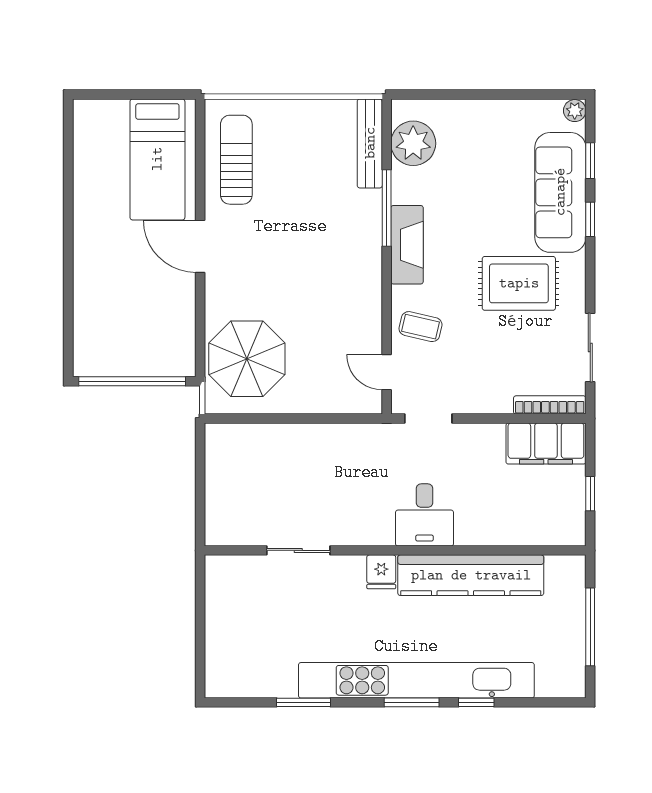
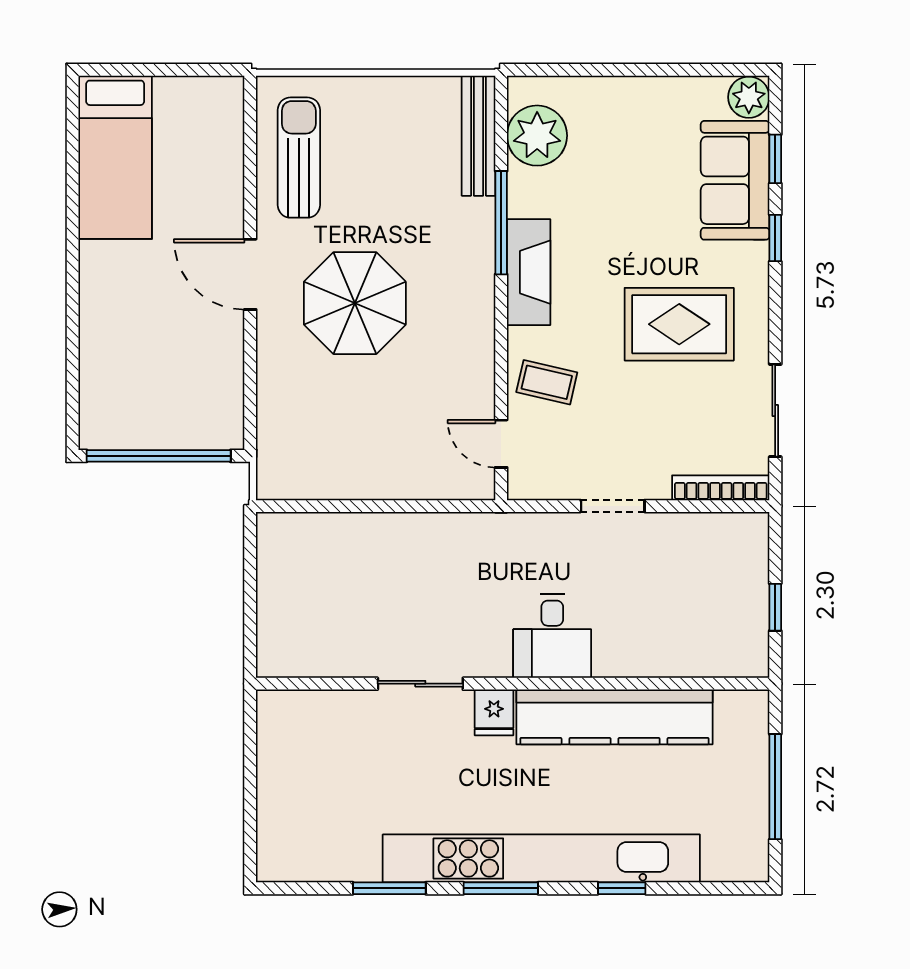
plant: (575, 111) -> (749, 97), width x1.38, depth x1.38
bed: (157, 159) -> (115, 157), moved
sofa: (560, 192) -> (735, 180), width x0.73
parasol: (247, 359) -> (355, 303), moved
doorway: (428, 419) -> (613, 506), moved
filing cabinet: (546, 444) -> (716, 540), removed
sliding door: (298, 550) -> (420, 684), moved
window: (412, 702) -> (501, 888), moved

